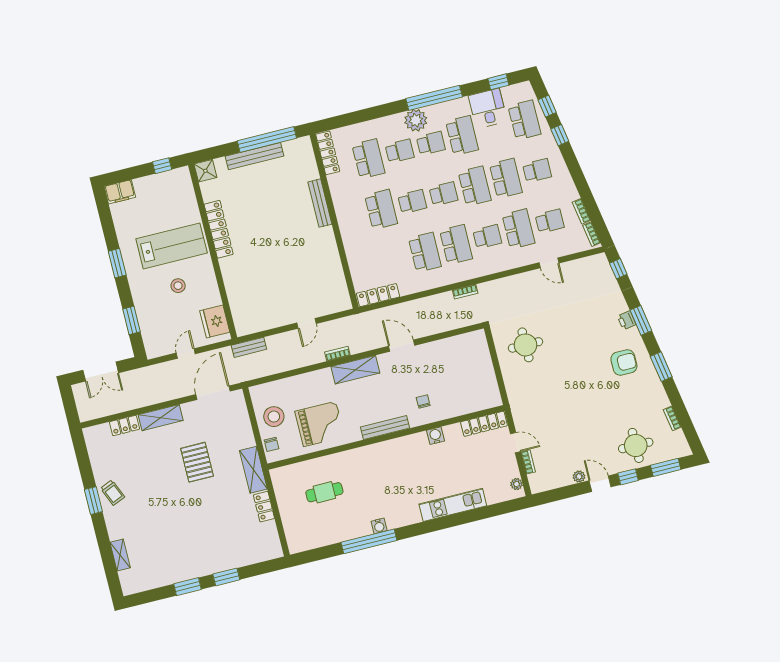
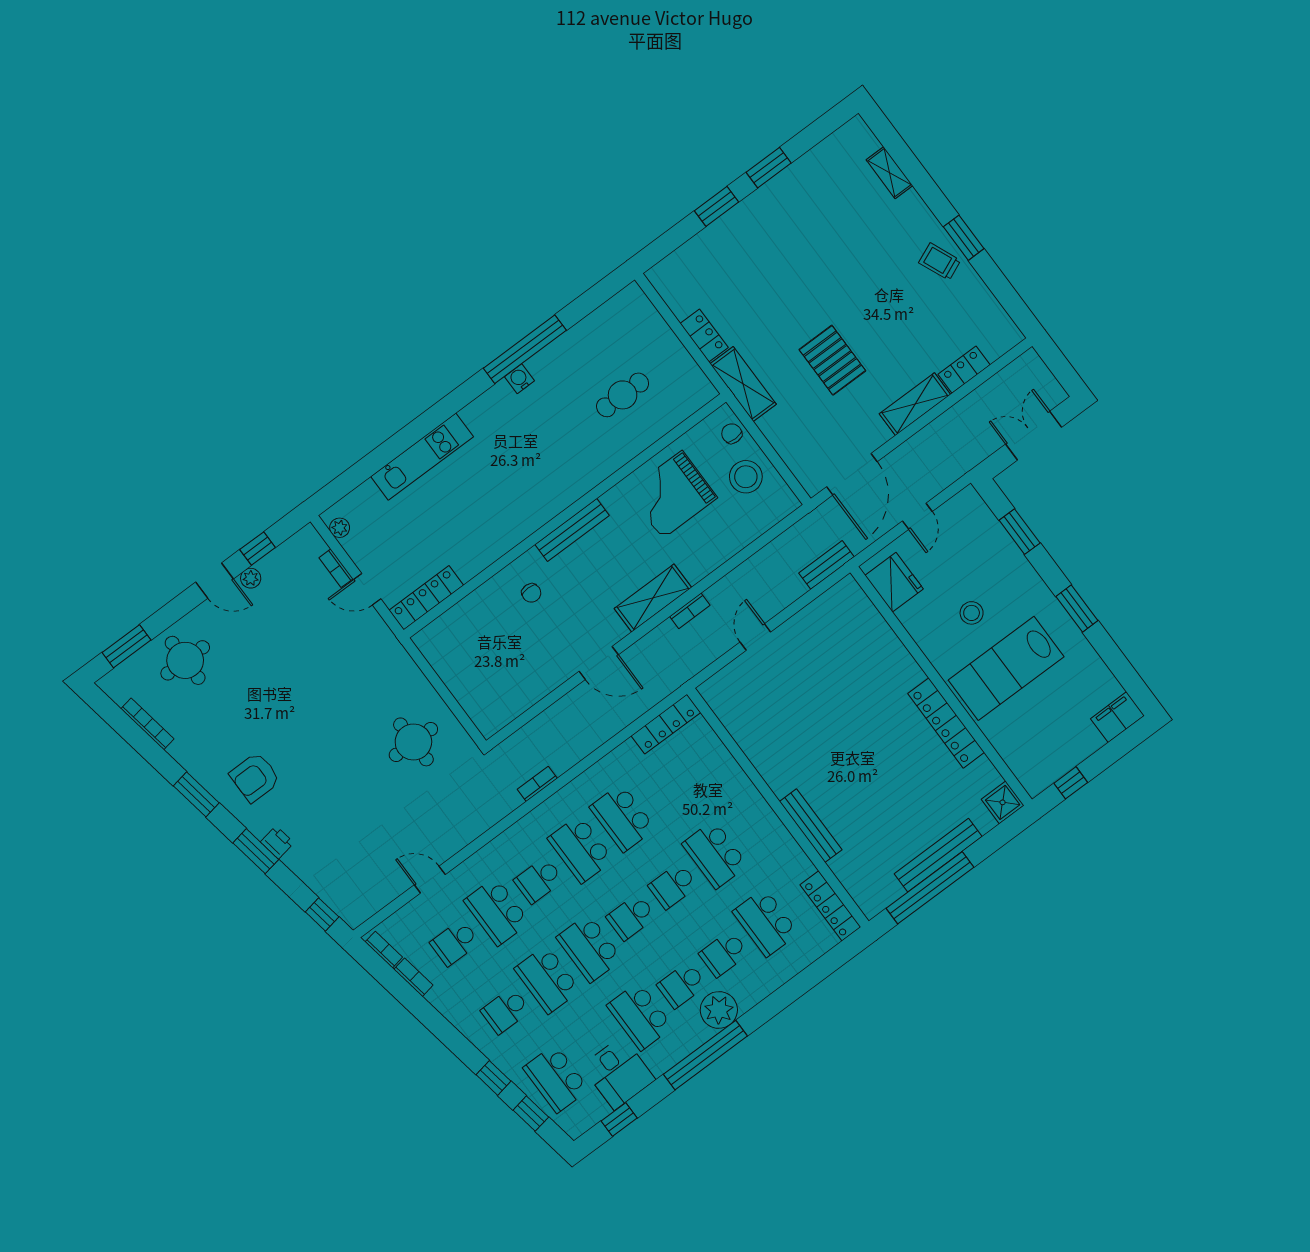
bookcase: (672, 418) -> (147, 724), width x1.56
water cooler: (435, 436) -> (491, 549), removed
window: (628, 477) -> (258, 549), moved

